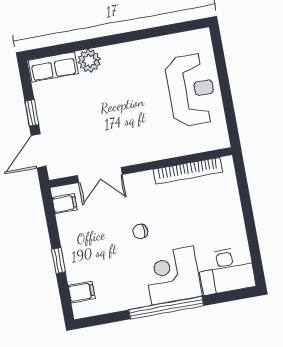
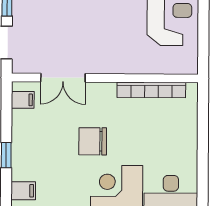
chair: (140, 231) -> (93, 141), width x1.87, depth x1.87

